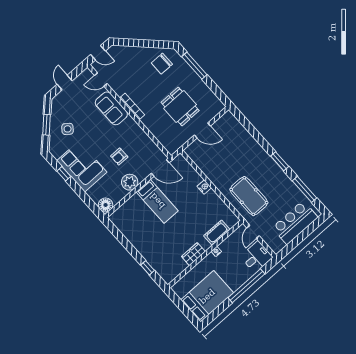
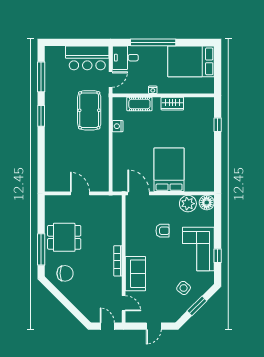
dining table: (180, 107) -> (64, 237), moved, turned 90
plant: (130, 182) -> (188, 204), moved
nightstand: (204, 187) -> (118, 126), moved
bed: (157, 201) -> (169, 170), width x1.50
bar counter: (295, 223) -> (87, 58), moved

